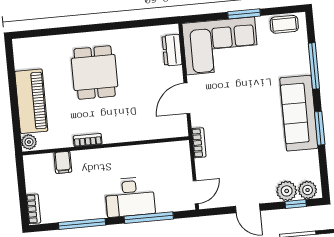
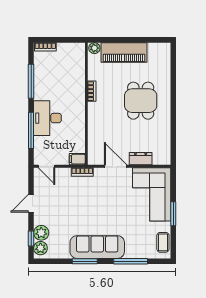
dresser: (172, 50) -> (141, 159), moved
dining table: (95, 73) -> (141, 101), turned 90
filing cabinet: (63, 162) -> (77, 159), moved

